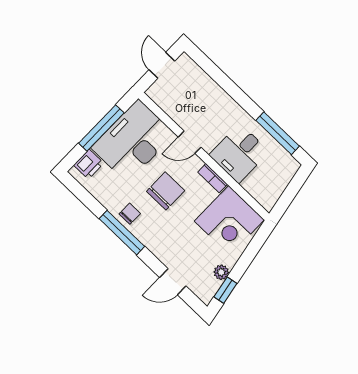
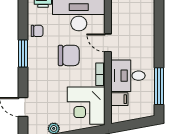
filing cabinet: (254, 183) -> (119, 99), added
chair: (130, 214) -> (37, 31), moved
window: (122, 233) -> (23, 54), width x0.69

